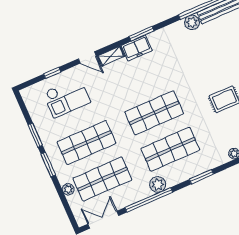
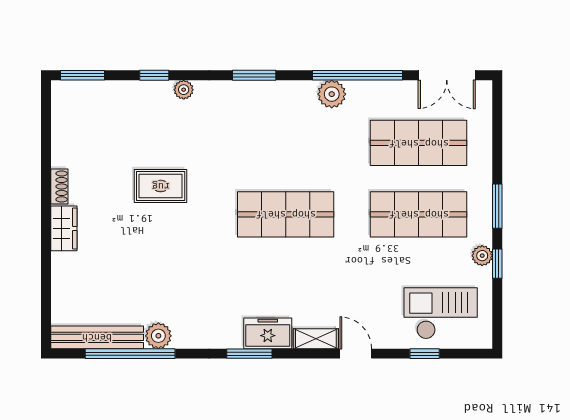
checkout: (67, 97) -> (441, 313), moved
window: (35, 135) -> (497, 264), width x0.67
shop shelf: (170, 149) -> (286, 143), removed
plant: (68, 189) -> (482, 256), moved

